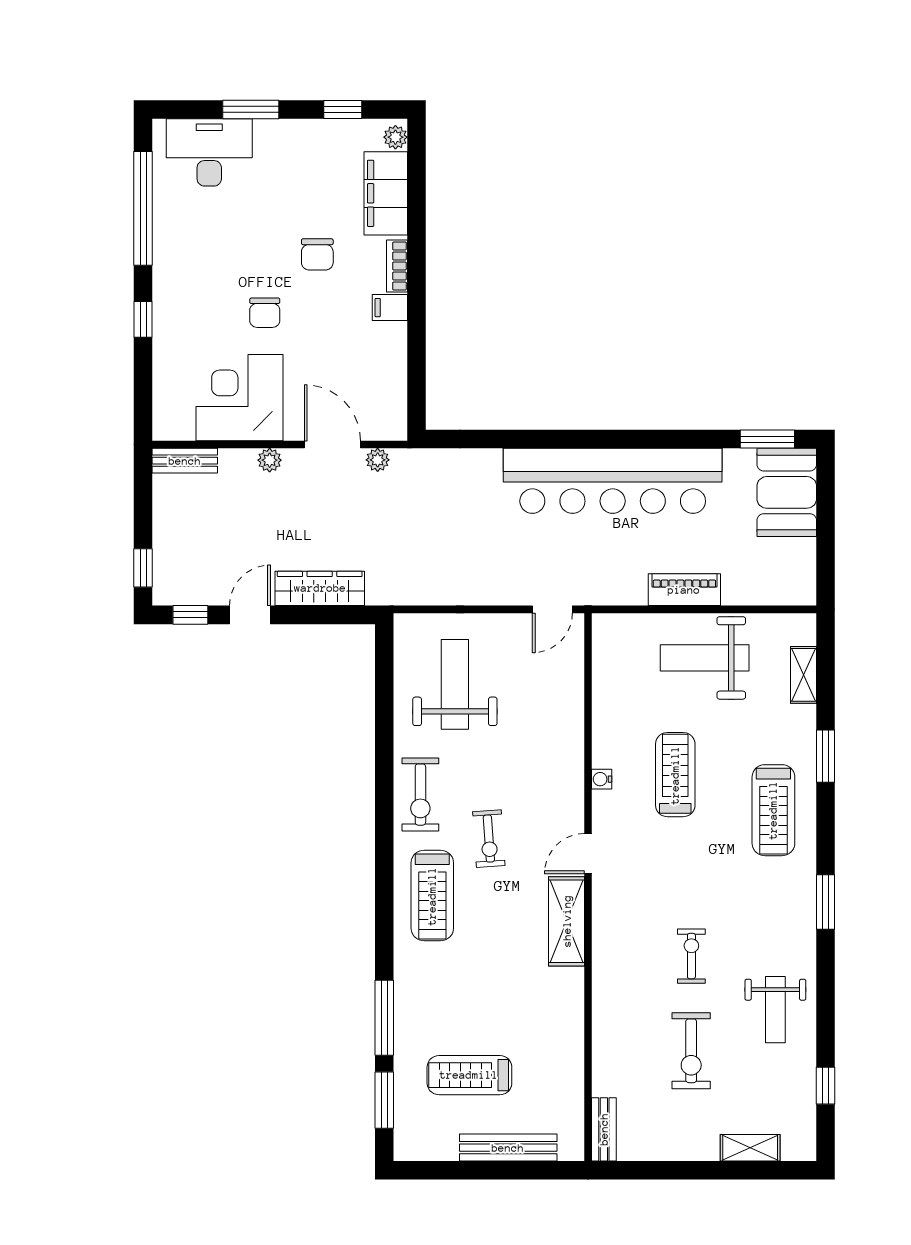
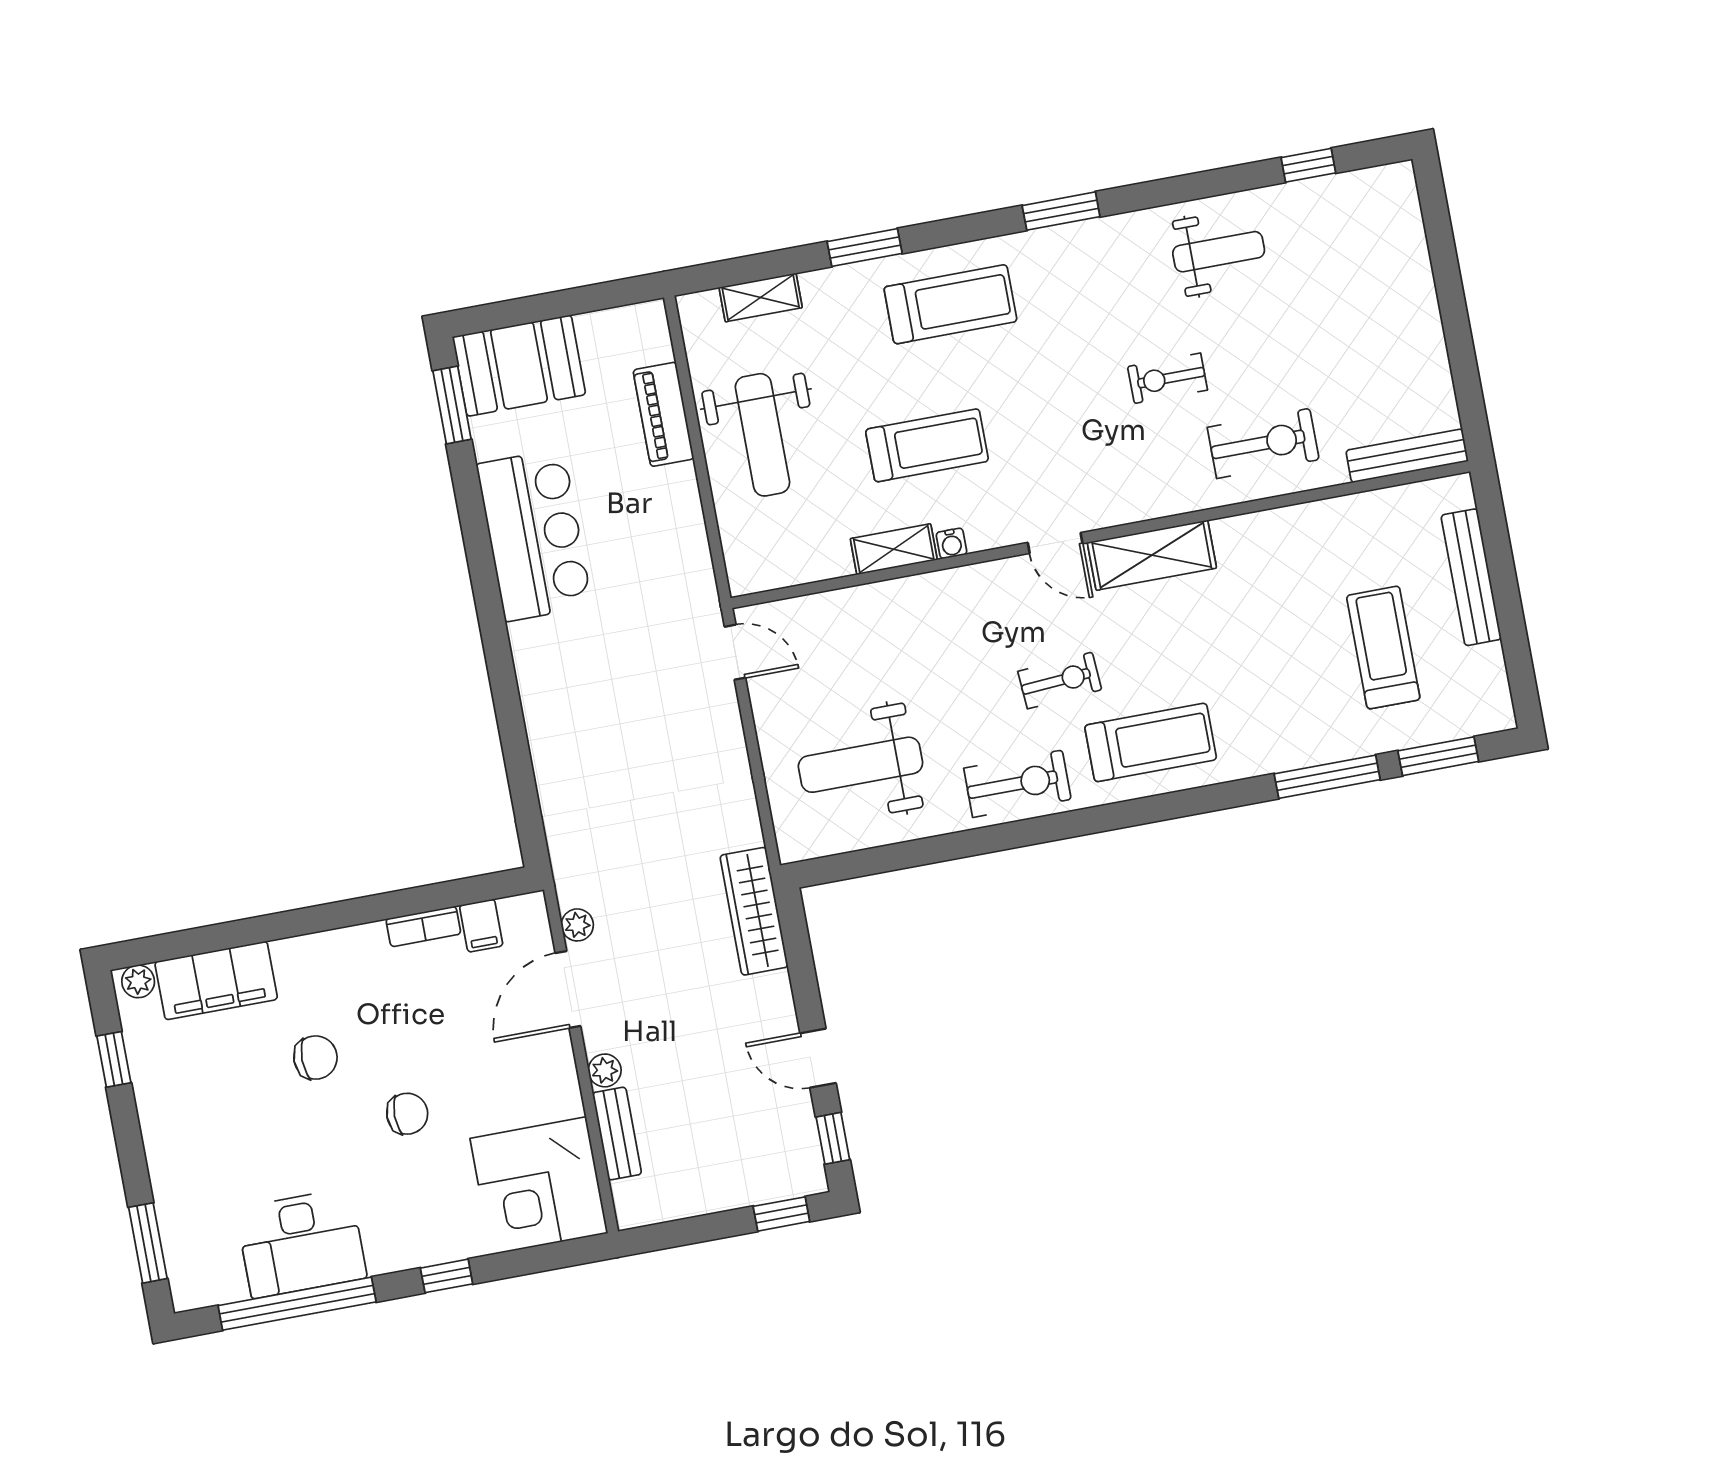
window: (251, 109) -> (148, 1243), moved
desk: (209, 152) -> (301, 1243), moved, turned -90
bookcase: (397, 266) -> (423, 926), moved
filing cabinet: (390, 308) -> (481, 926), moved
corner desk: (240, 398) -> (539, 1186), moved
bench: (185, 461) -> (617, 1134), moved
bar counter: (613, 481) -> (534, 535), width x0.54
wardrobe: (320, 588) -> (754, 911), moved
piano: (684, 590) -> (663, 414), moved
treadmill: (675, 775) -> (927, 445), turned 180
exercise bike: (691, 1051) -> (1263, 443), moved
treadmill: (469, 1075) -> (1383, 648), turned 180
bench: (604, 1129) -> (1407, 456), width x1.36
shelving: (750, 1148) -> (894, 549), moved, turned 90

